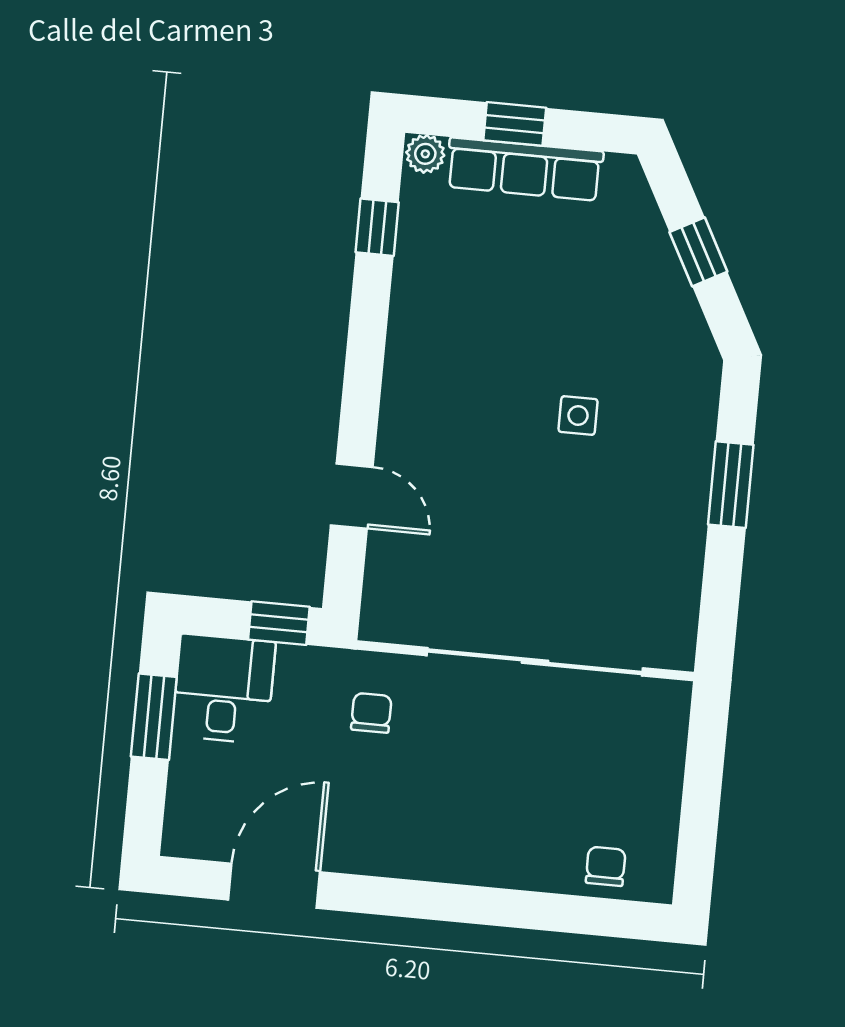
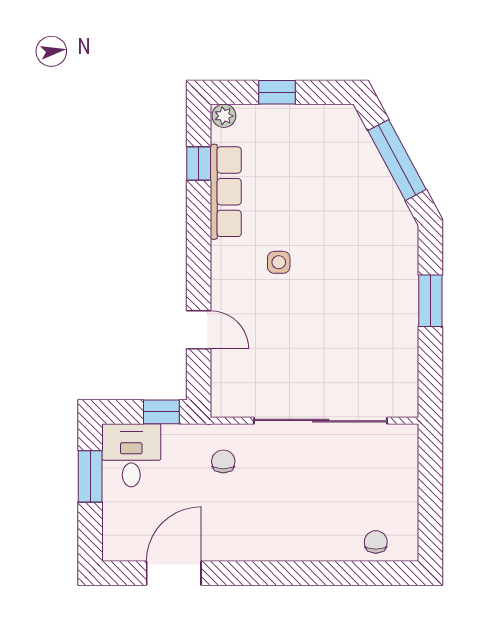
row of seats: (525, 169) -> (226, 192), moved, turned -90
window: (698, 252) -> (397, 160), width x2.17
side table: (578, 415) -> (279, 262), moved

